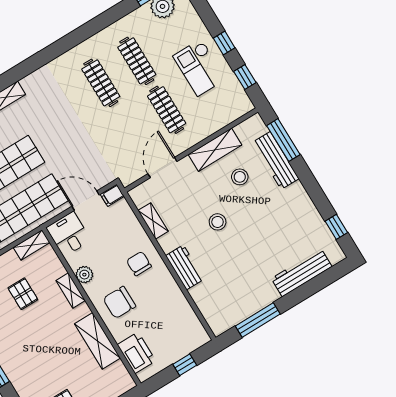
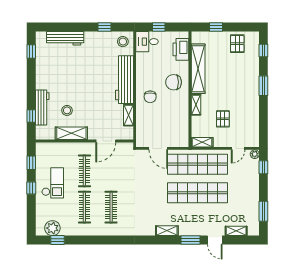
window: (283, 140) -> (31, 116), width x0.46
filing cabinet: (112, 195) -> (142, 143), removed
stool: (218, 222) -> (123, 42), moved
desk: (69, 234) -> (147, 42), moved, turned 90
workbench: (185, 267) -> (124, 80), width x1.88, depth x1.32
plant: (84, 275) -> (183, 109), removed
chair: (119, 302) -> (174, 82), turned 180
window: (258, 320) -> (105, 27), width x0.46
shelving: (97, 341) -> (198, 69), width x1.47

